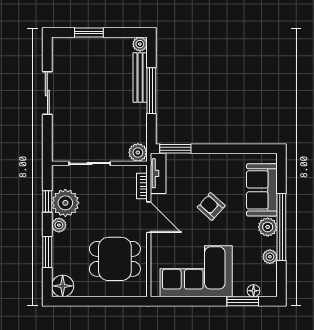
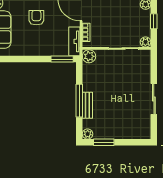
window: (89, 33) -> (104, 142), moved
bench: (140, 78) -> (87, 105), width x0.73
plant: (65, 203) -> (145, 42), moved, width x0.53, depth x0.53
armchair: (211, 206) -> (36, 18), turned -132

